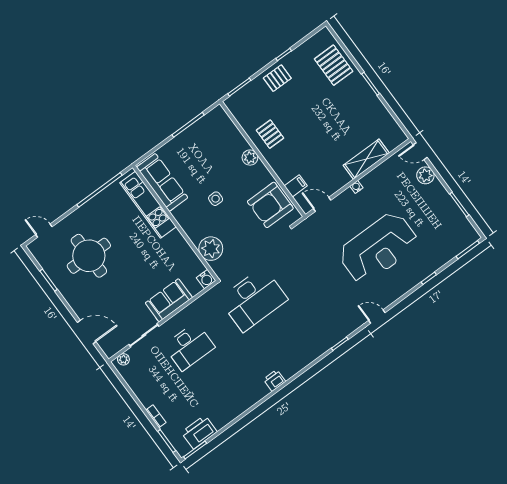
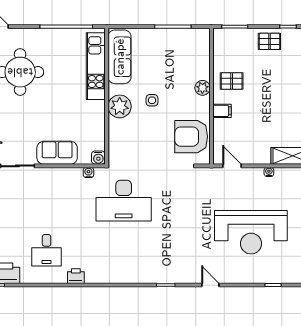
pallet: (270, 134) -> (232, 81), turned 90
filing cabinet: (296, 186) -> (222, 111), moved
plant: (211, 249) -> (120, 106), moved
water cooler: (207, 297) -> (88, 172), added
desk: (189, 346) -> (47, 250), moved, width x0.73
printer: (274, 380) -> (76, 276), moved

